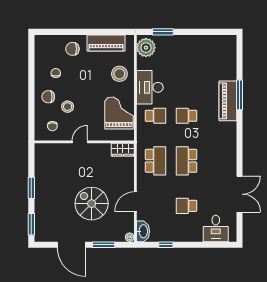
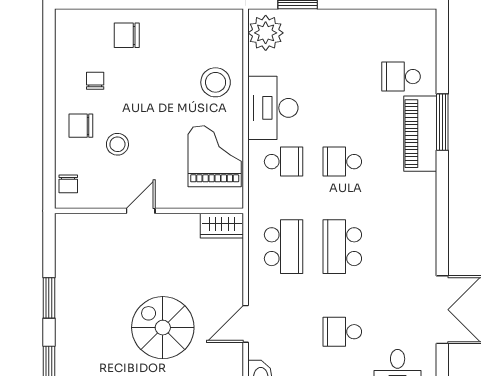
piano: (106, 43) -> (190, 24), removed
school desk: (218, 71) -> (401, 77), added
chair: (52, 126) -> (68, 184), moved

